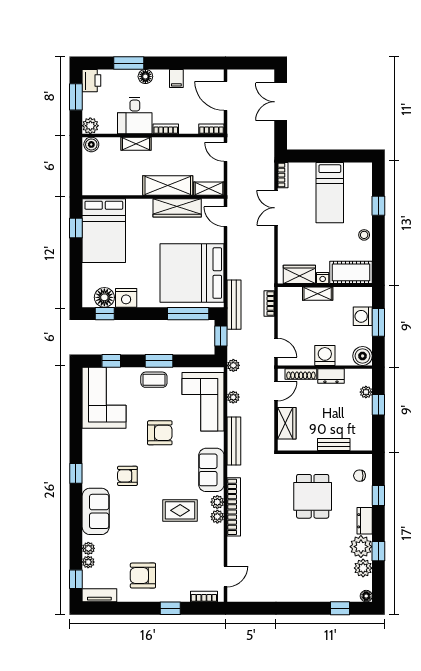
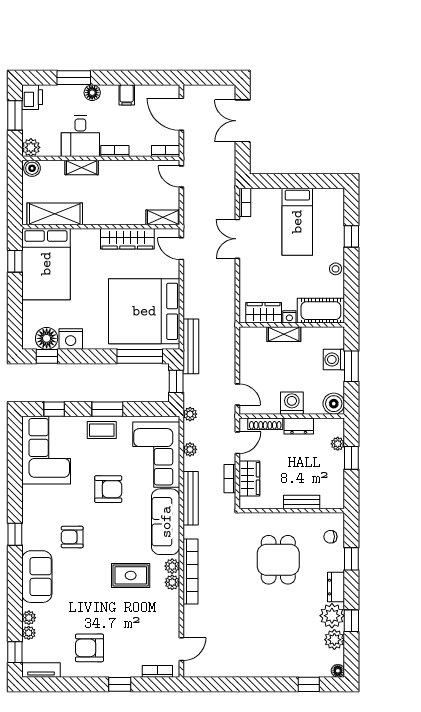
shelving: (168, 185) -> (55, 214), moved
bookcase: (269, 303) -> (230, 479), moved
sofa: (211, 470) -> (166, 522), width x1.36

